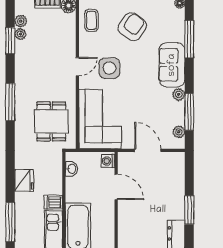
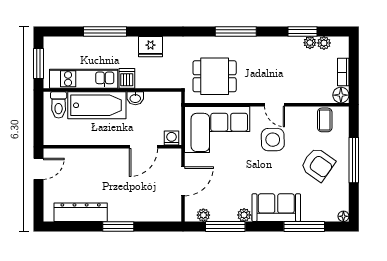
coffee table: (91, 20) -> (325, 120), turned 90
washbasin: (71, 169) -> (135, 98), moved

